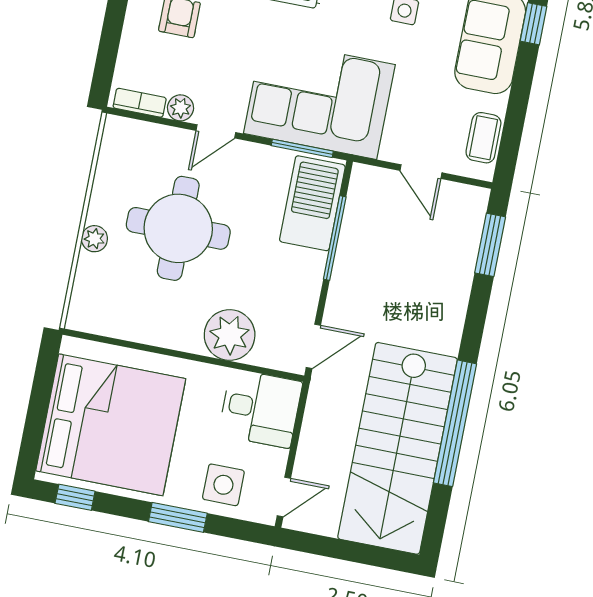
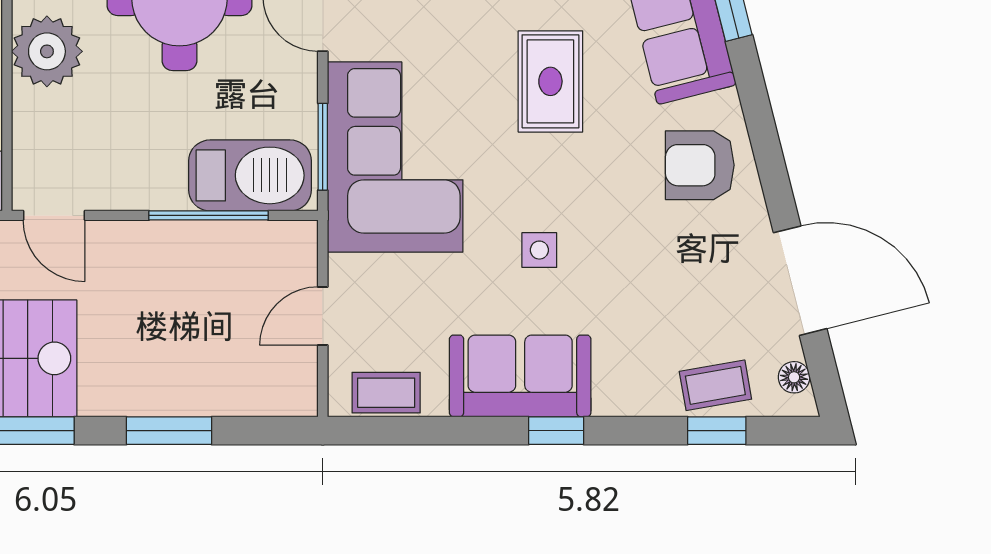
window: (490, 245) -> (169, 431), moved
plant: (230, 335) -> (47, 51), moved

